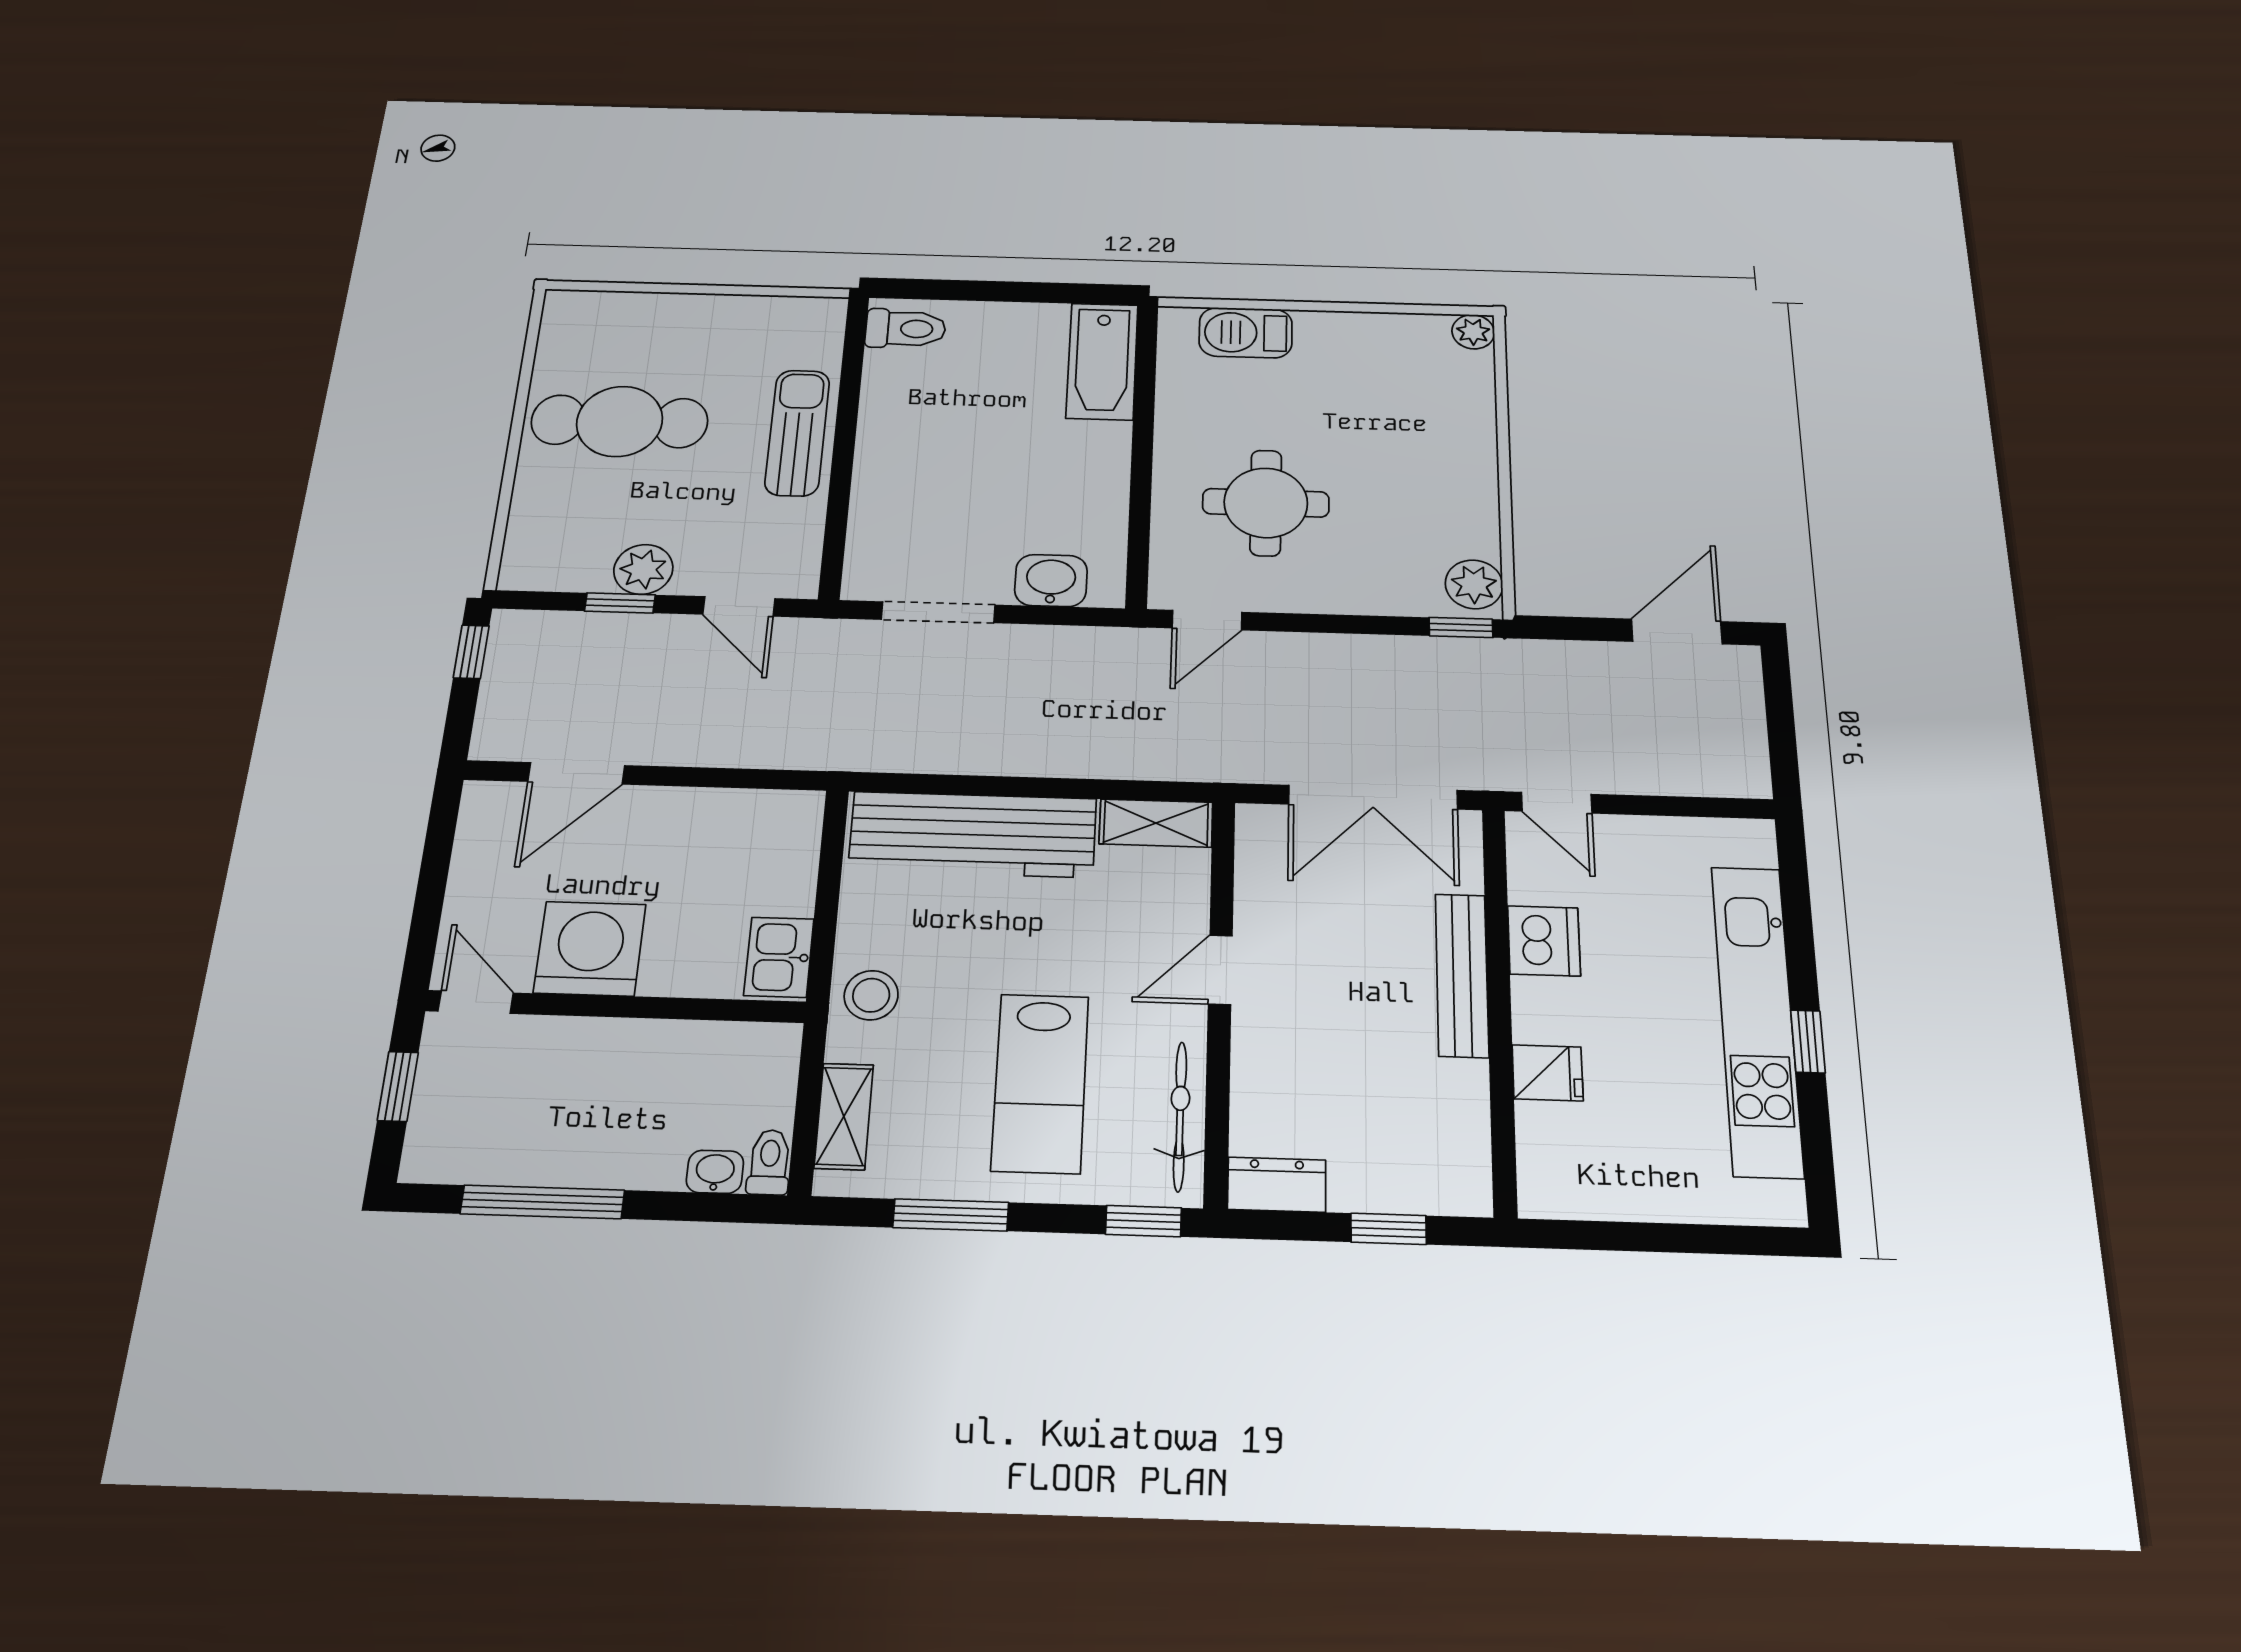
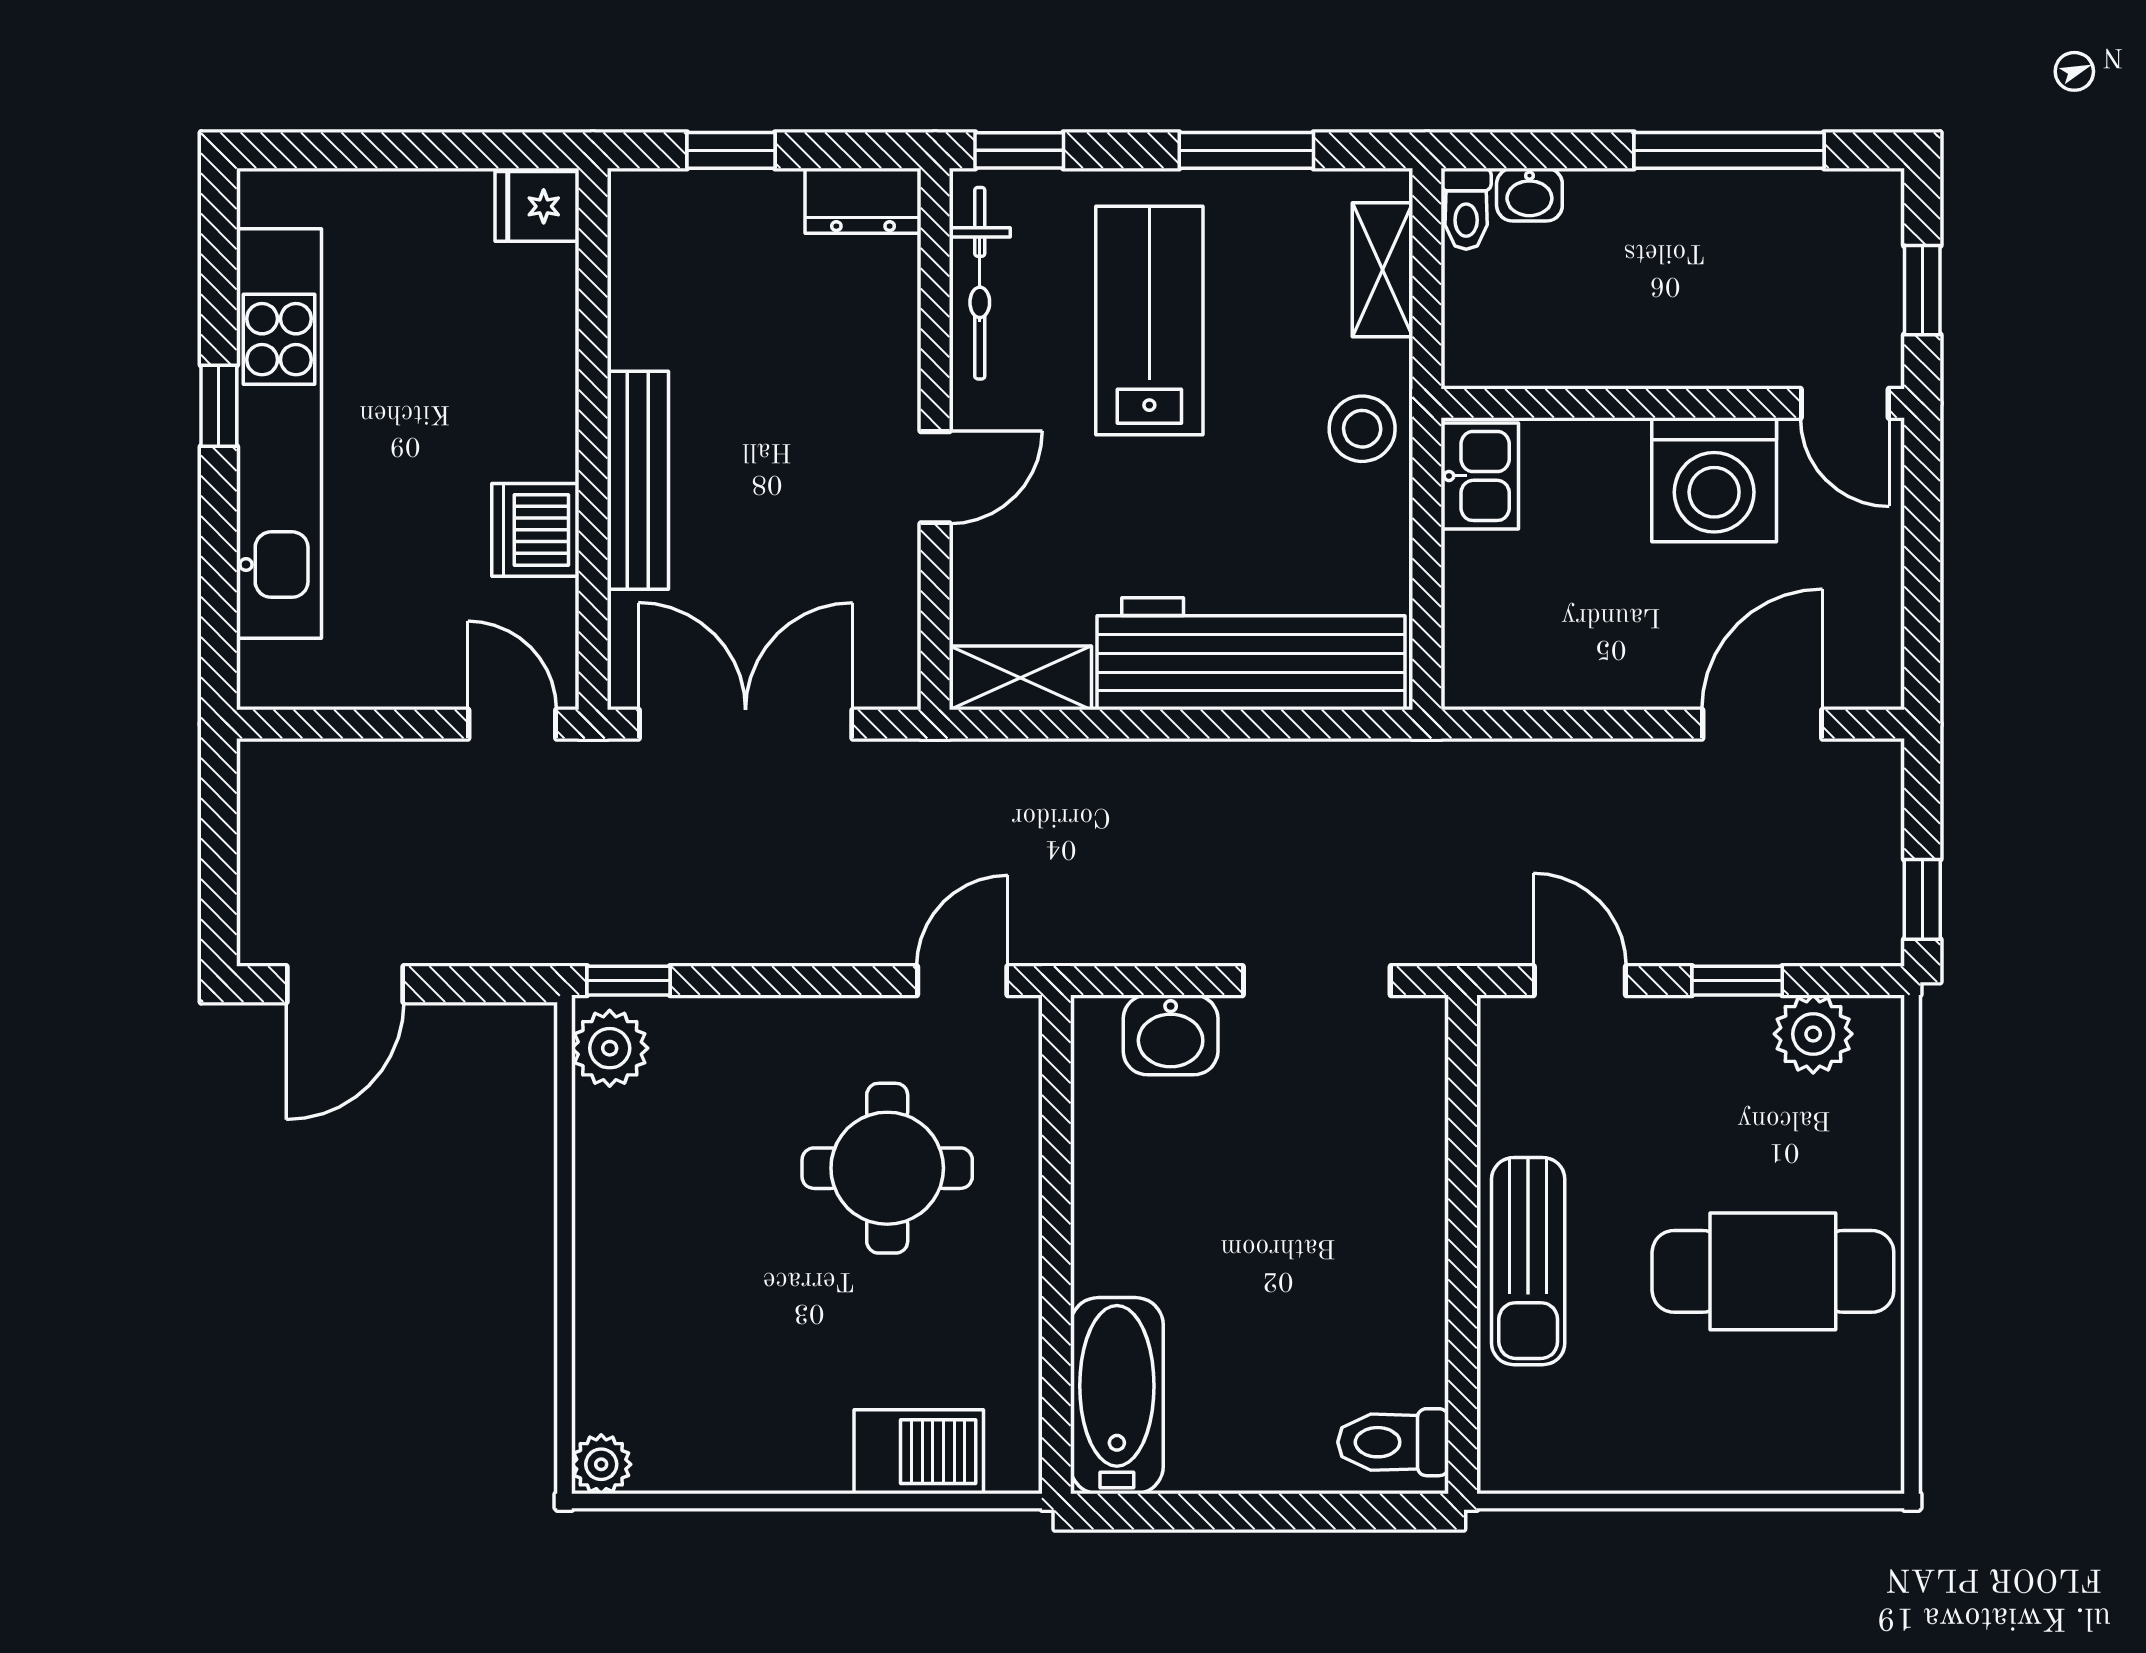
plant: (643, 569) -> (1813, 1034), moved
fridge: (1548, 1073) -> (537, 206), moved

